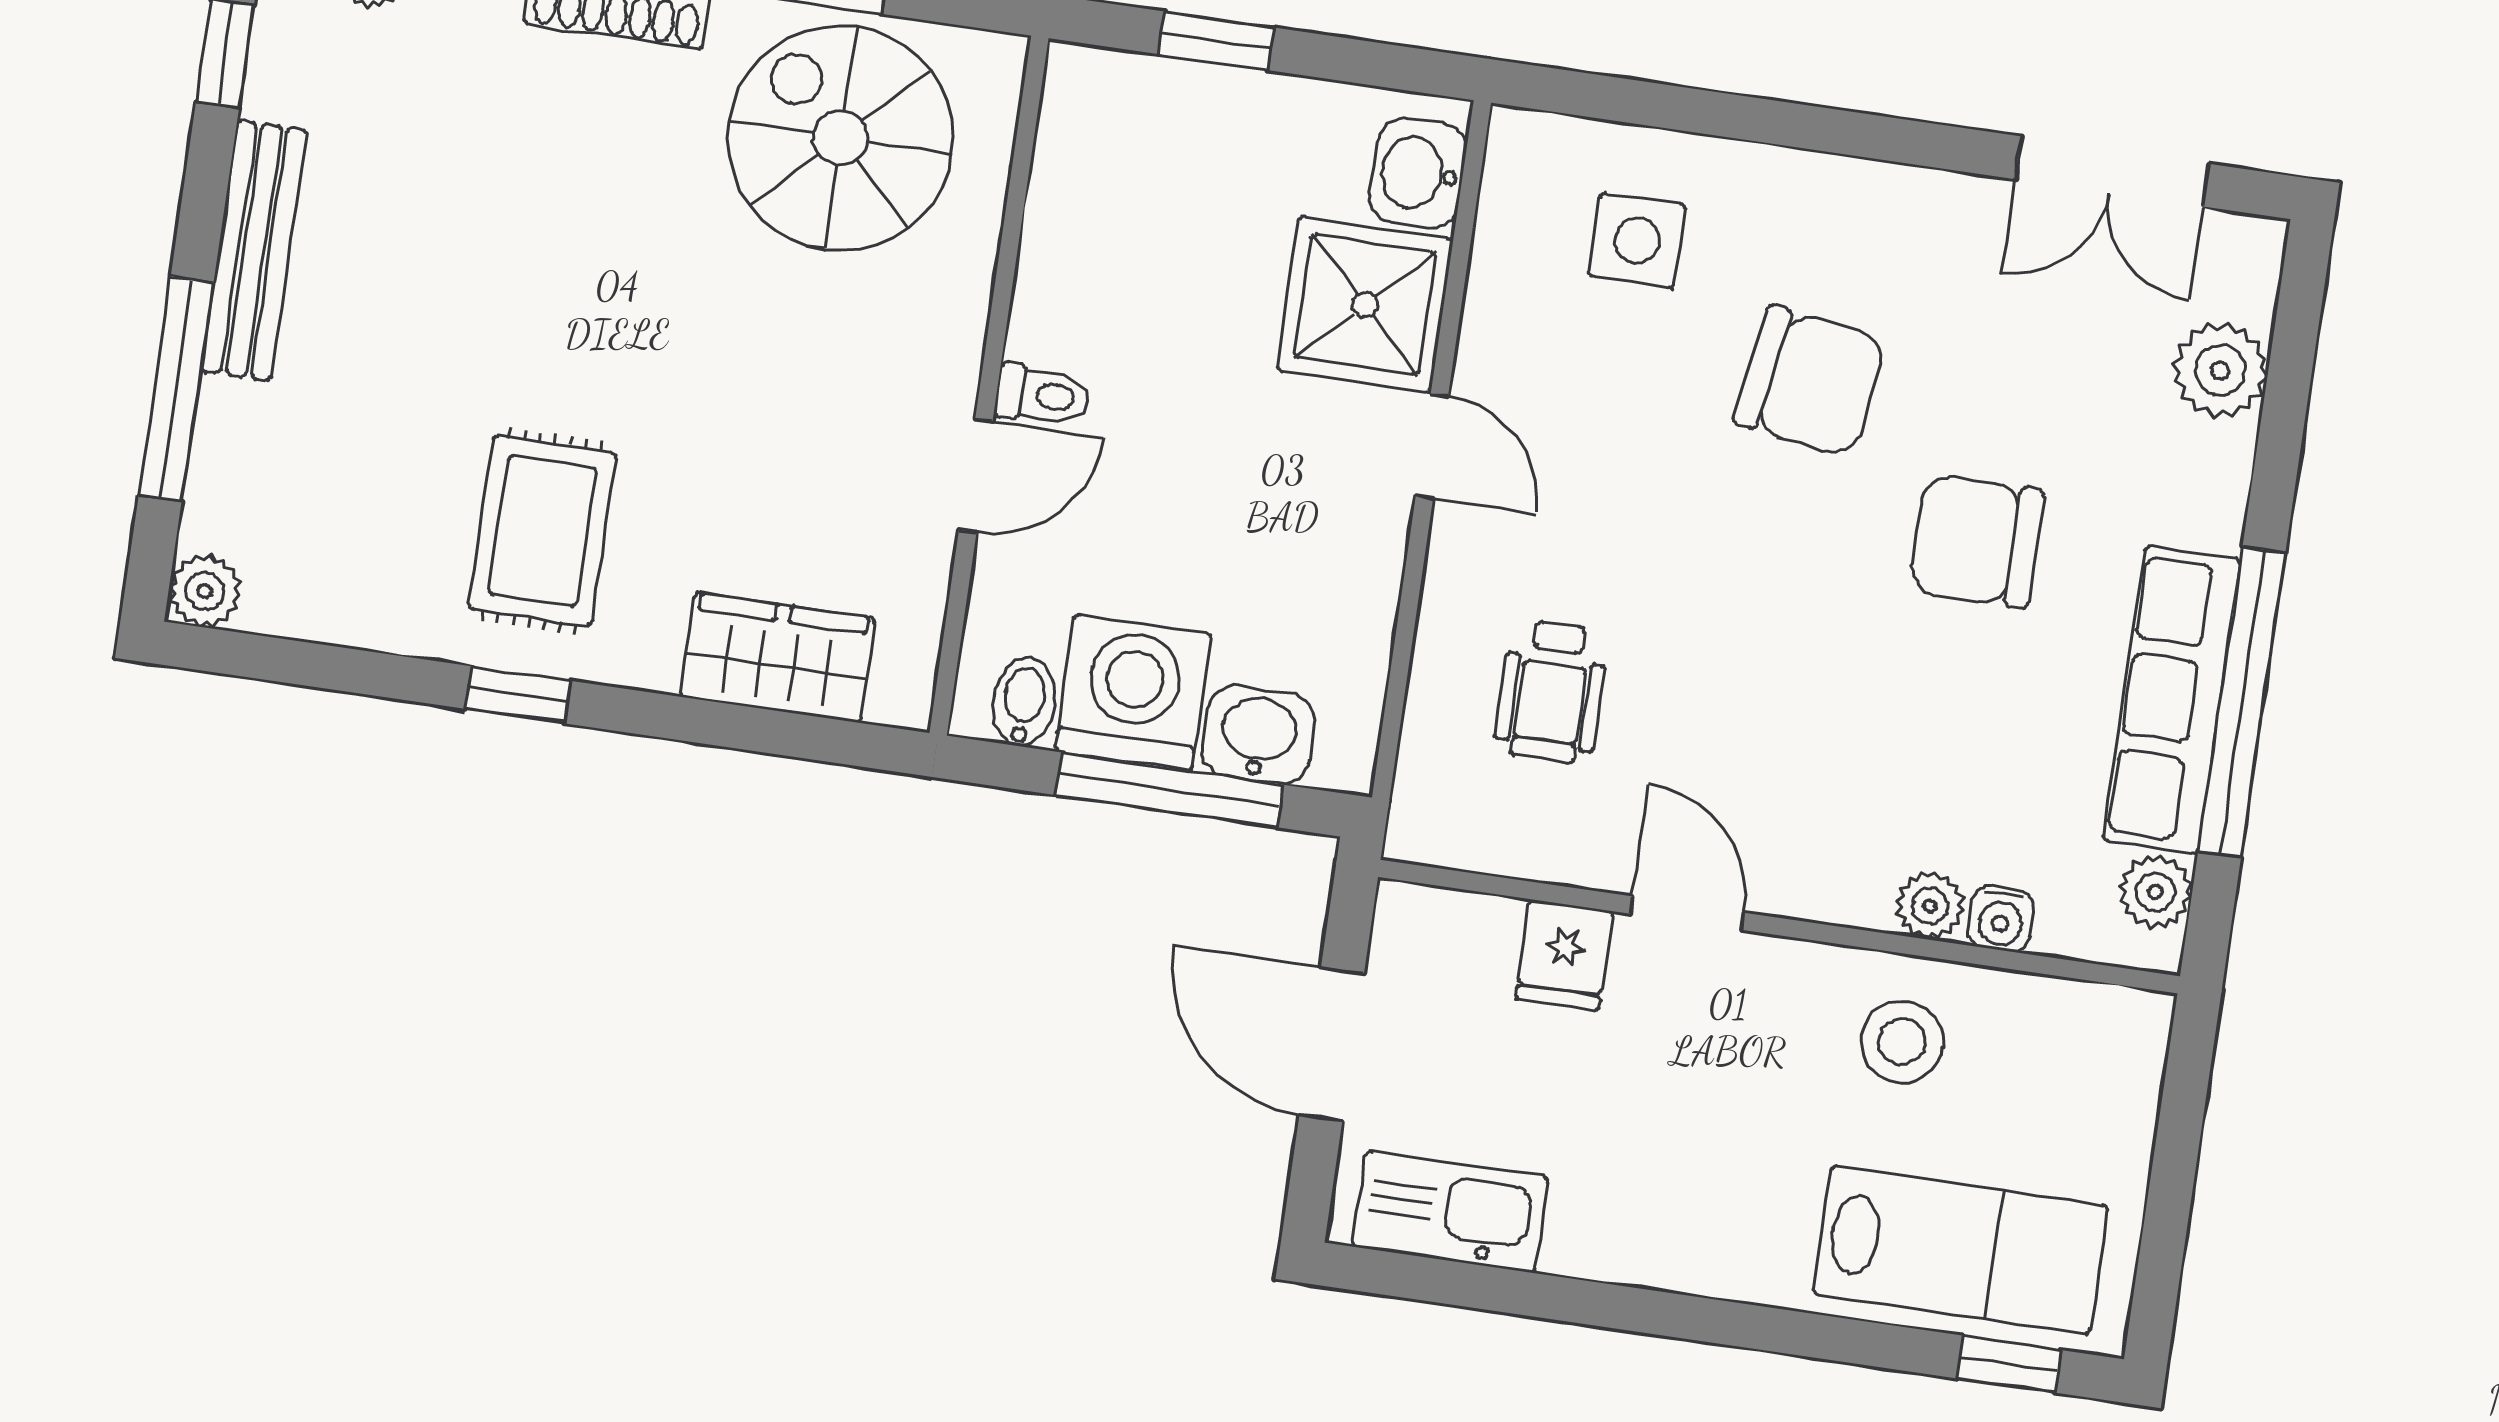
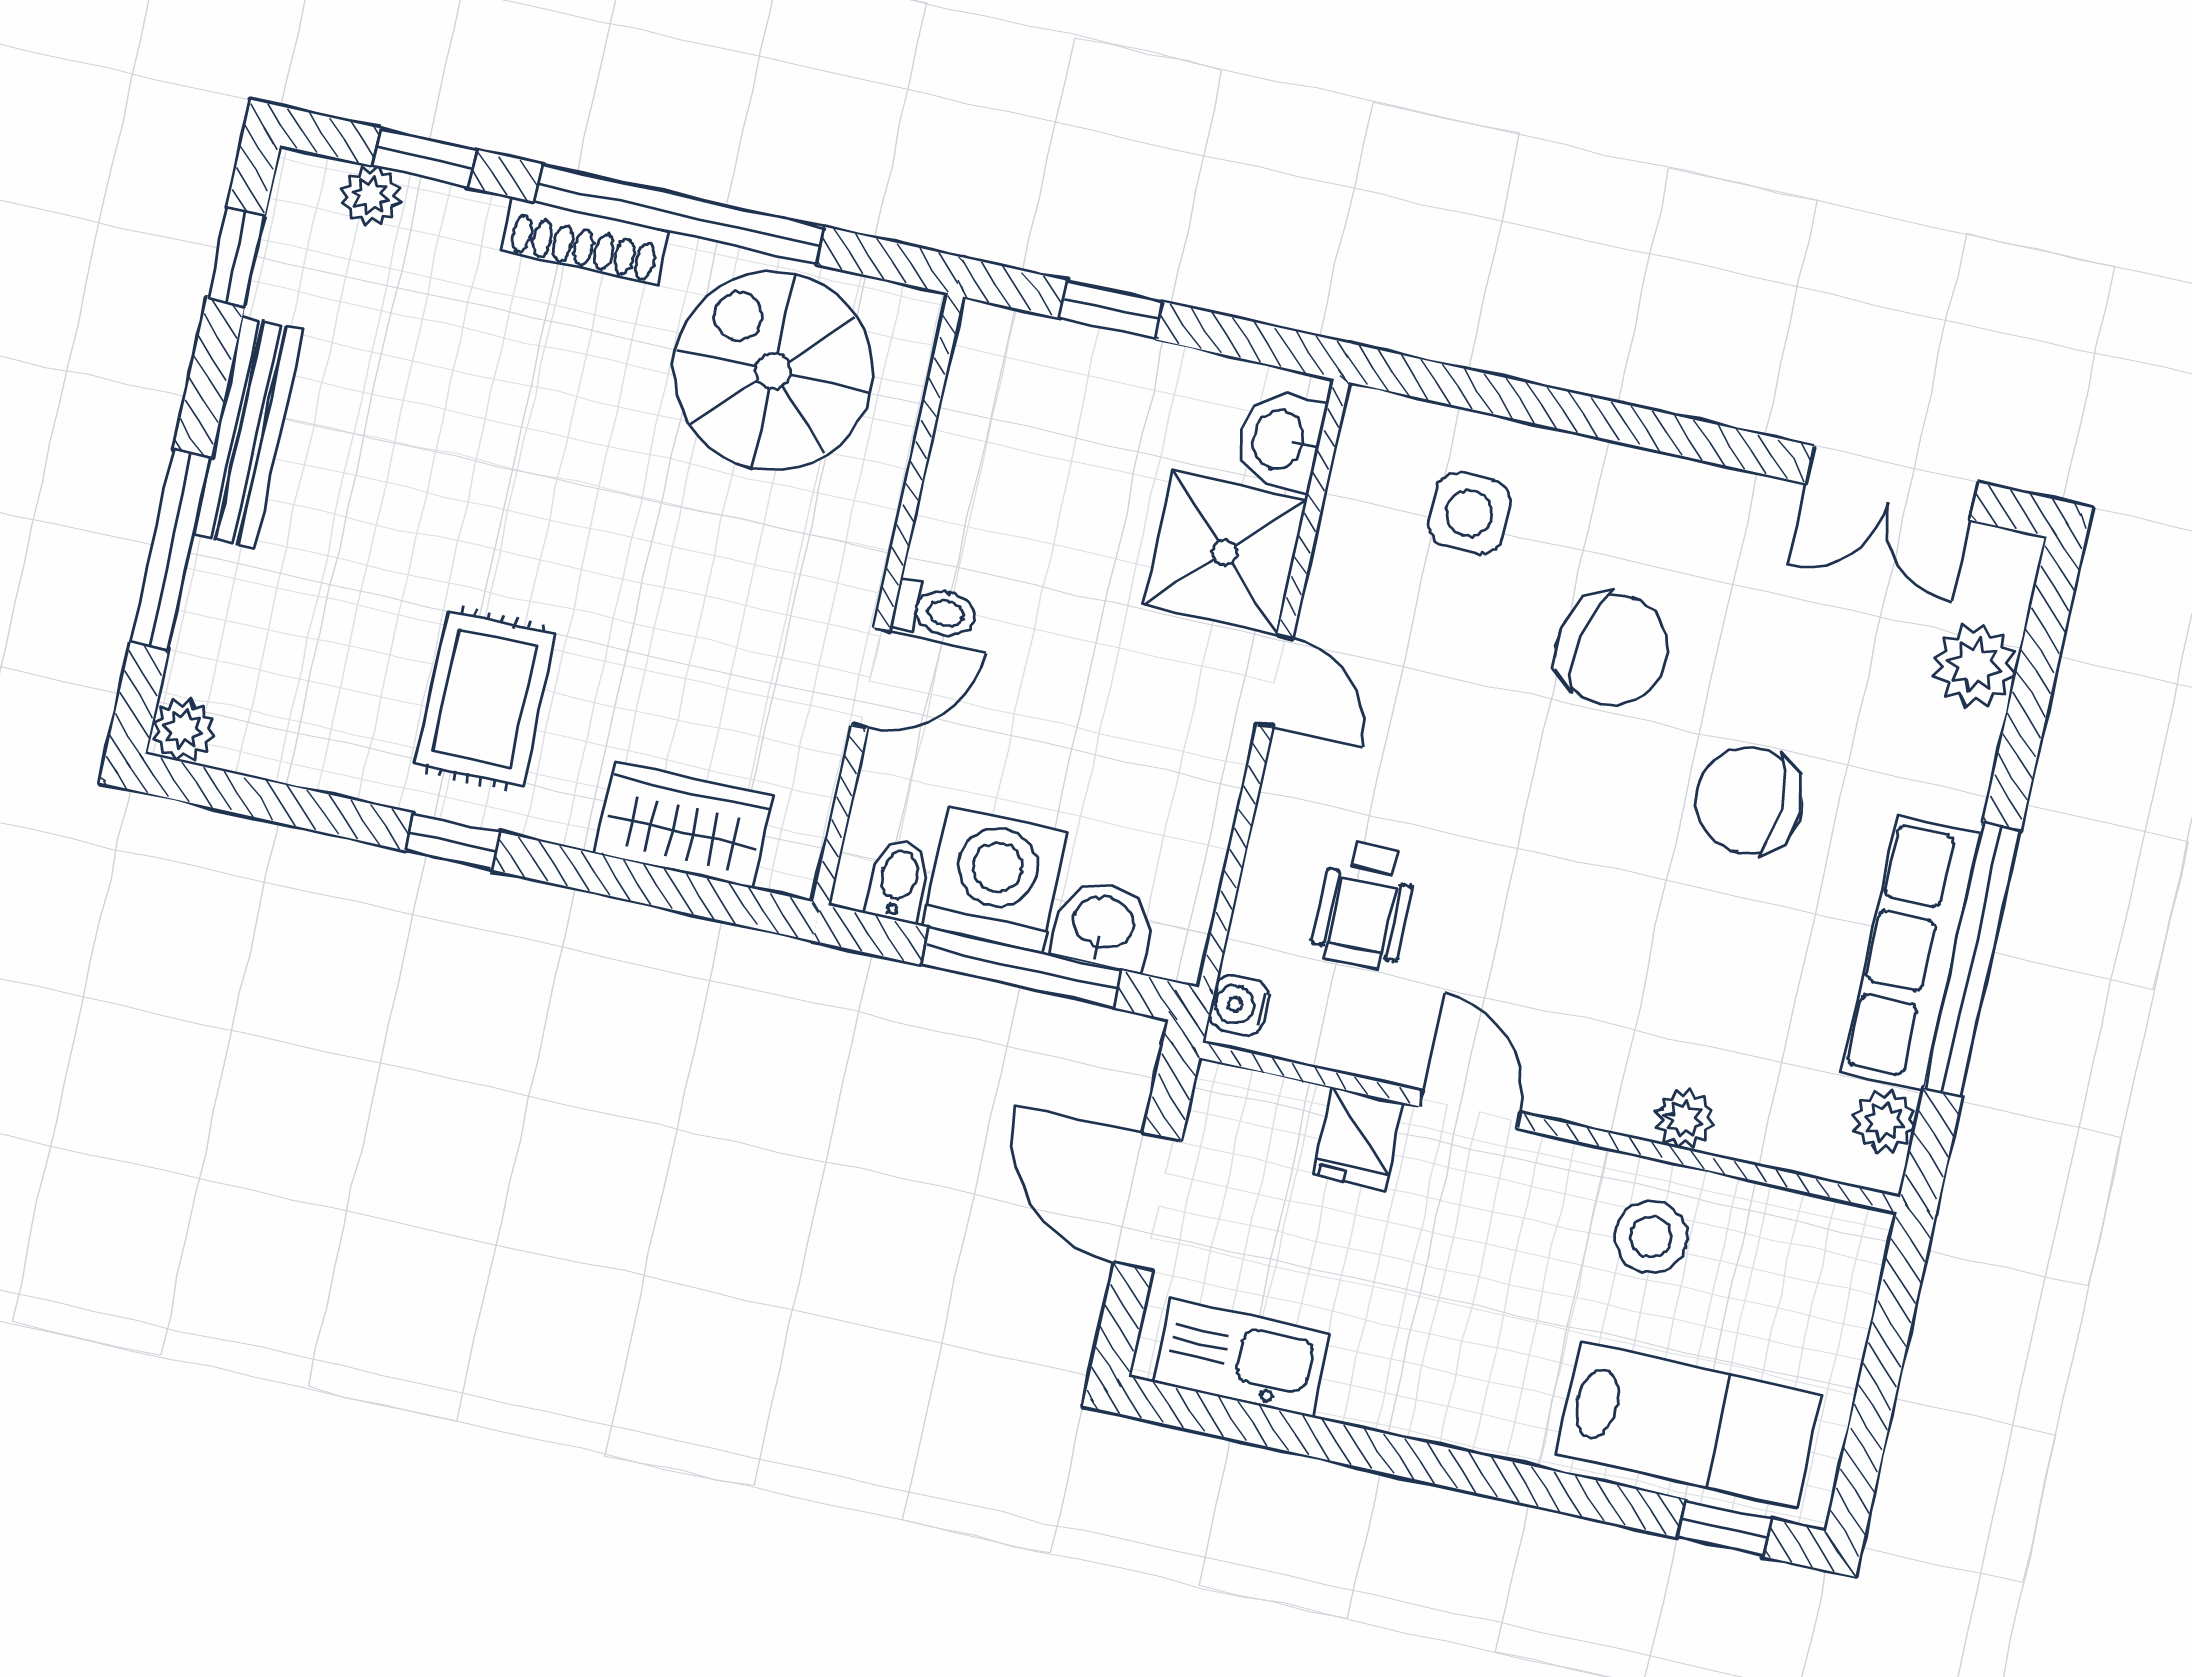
water cooler: (2001, 919) -> (1239, 1005), moved, turned 90

